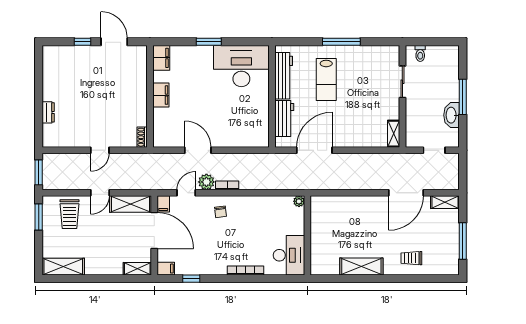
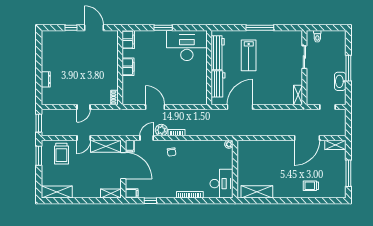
shelving: (361, 266) -> (257, 192), moved

